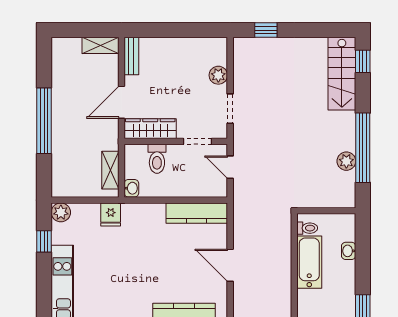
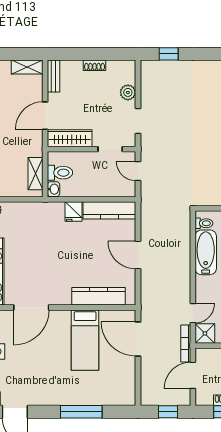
shoe rack: (179, 44) -> (95, 65), added
toilet: (157, 159) -> (60, 173), moved, turned -90
fridge: (111, 214) -> (74, 212), moved

